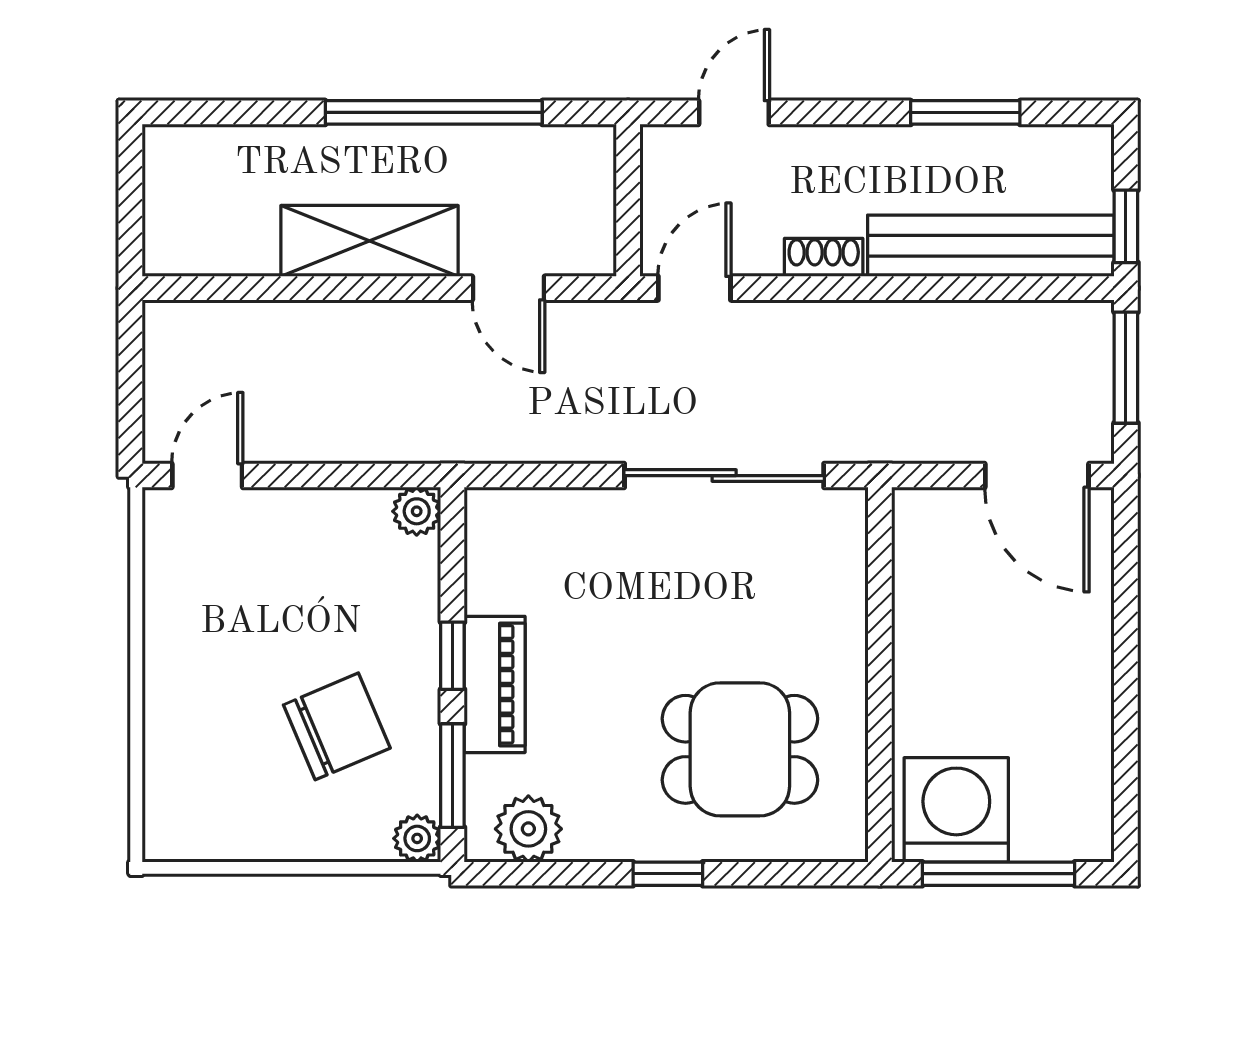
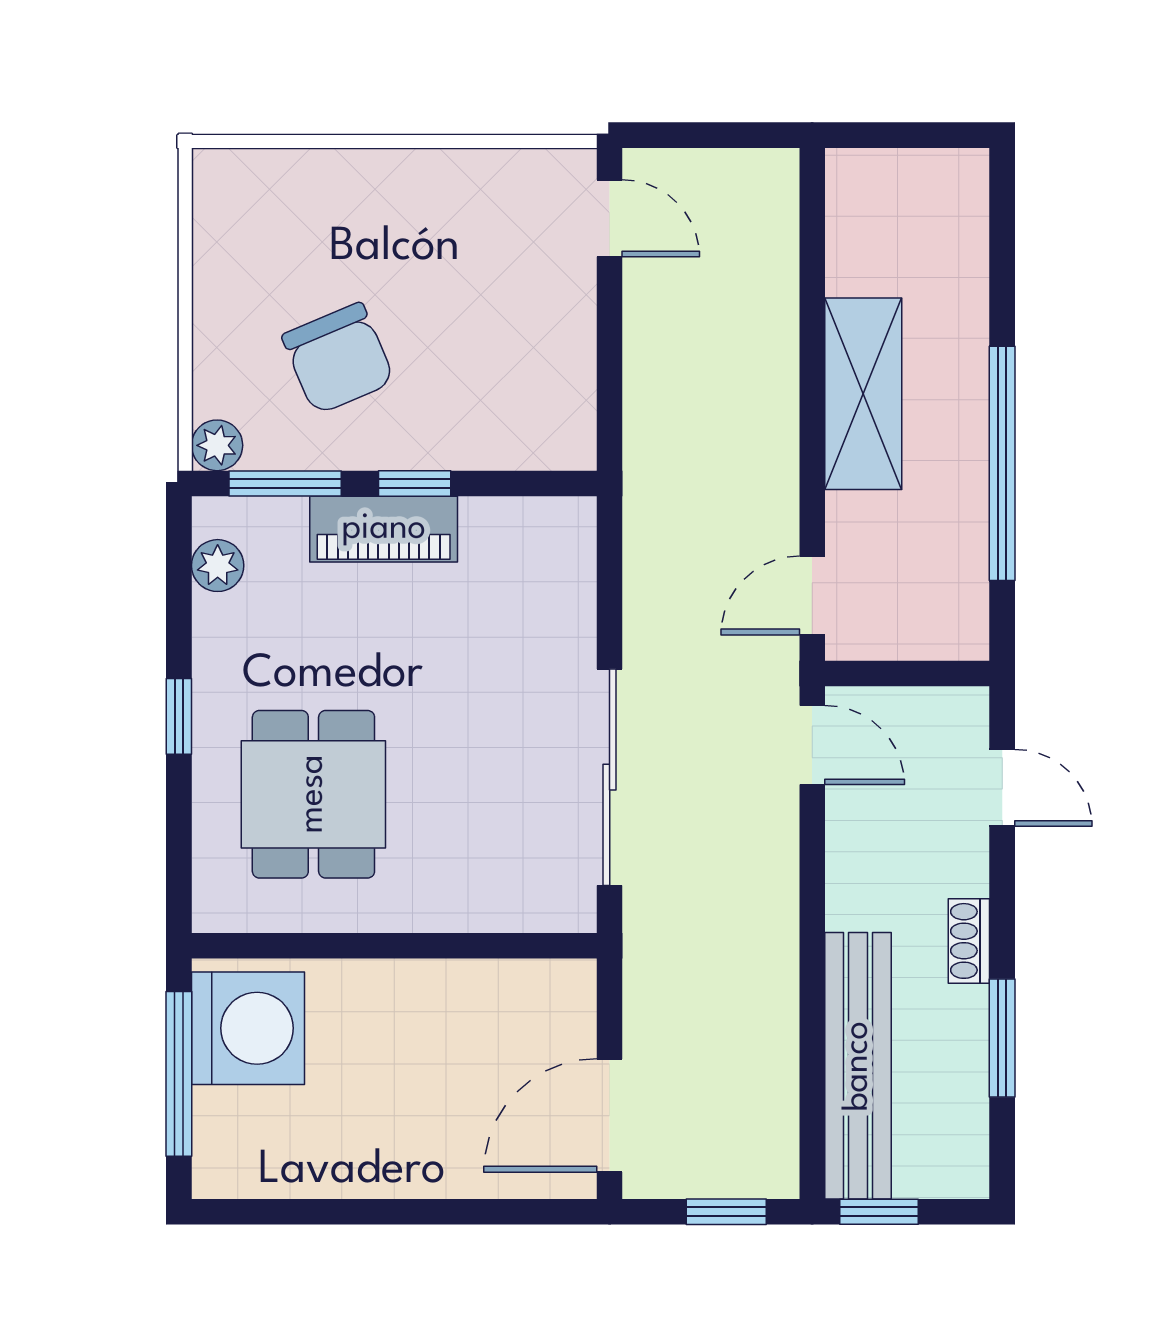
shoe rack: (824, 257) -> (969, 941), moved, turned 180
door: (508, 288) -> (812, 596), moved
window: (1126, 368) -> (726, 1212), width x0.67
plant: (417, 511) -> (571, 445), removed
plant: (528, 829) -> (218, 566), width x0.73, depth x0.73

